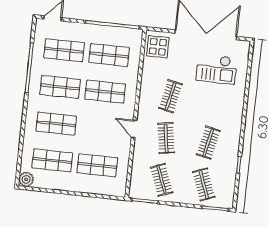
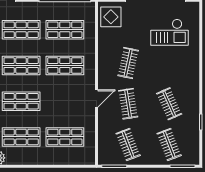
door: (134, 129) -> (96, 98), swing flipped
clothes rail: (208, 143) -> (169, 104), turned -36

